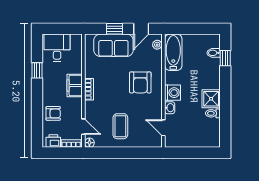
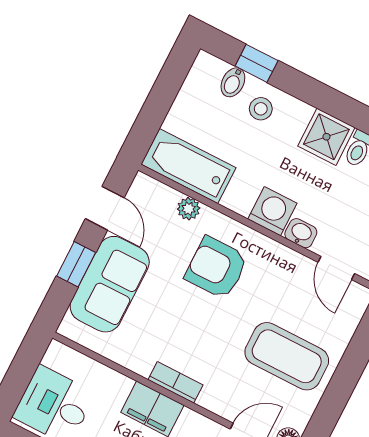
plant: (157, 45) -> (189, 209), moved
stool: (209, 68) -> (261, 109), added
armchair: (140, 82) -> (216, 268), turned 180
coffee table: (120, 126) -> (287, 356), width x1.36, depth x1.32
door: (163, 128) -> (336, 268), hinge flipped

